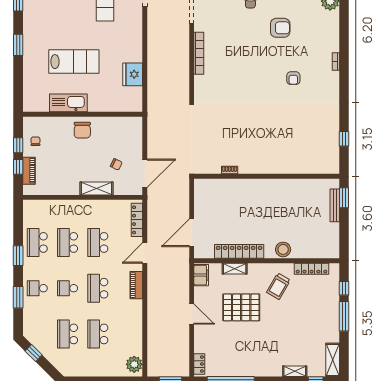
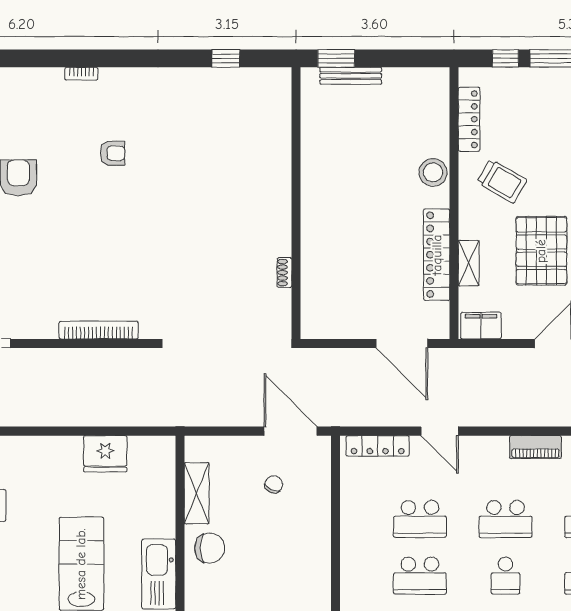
bookcase: (199, 53) -> (99, 330), moved
shelving: (97, 188) -> (197, 493), moved
piano: (136, 285) -> (535, 447), moved

